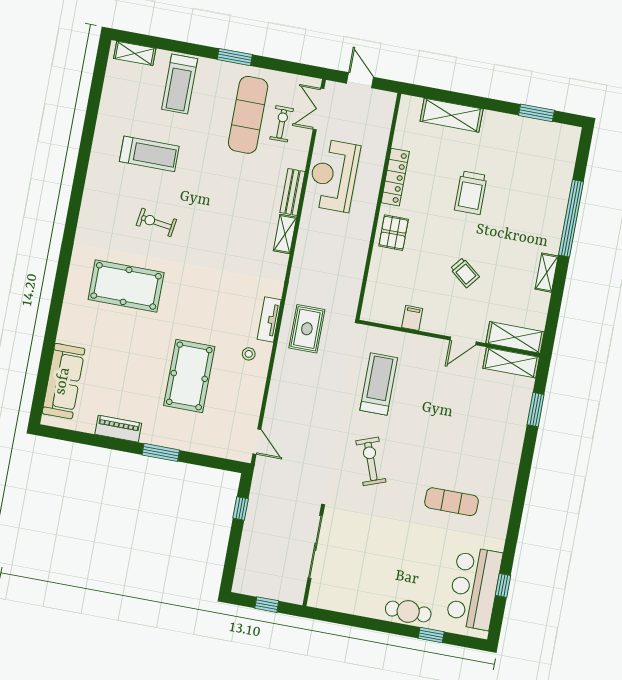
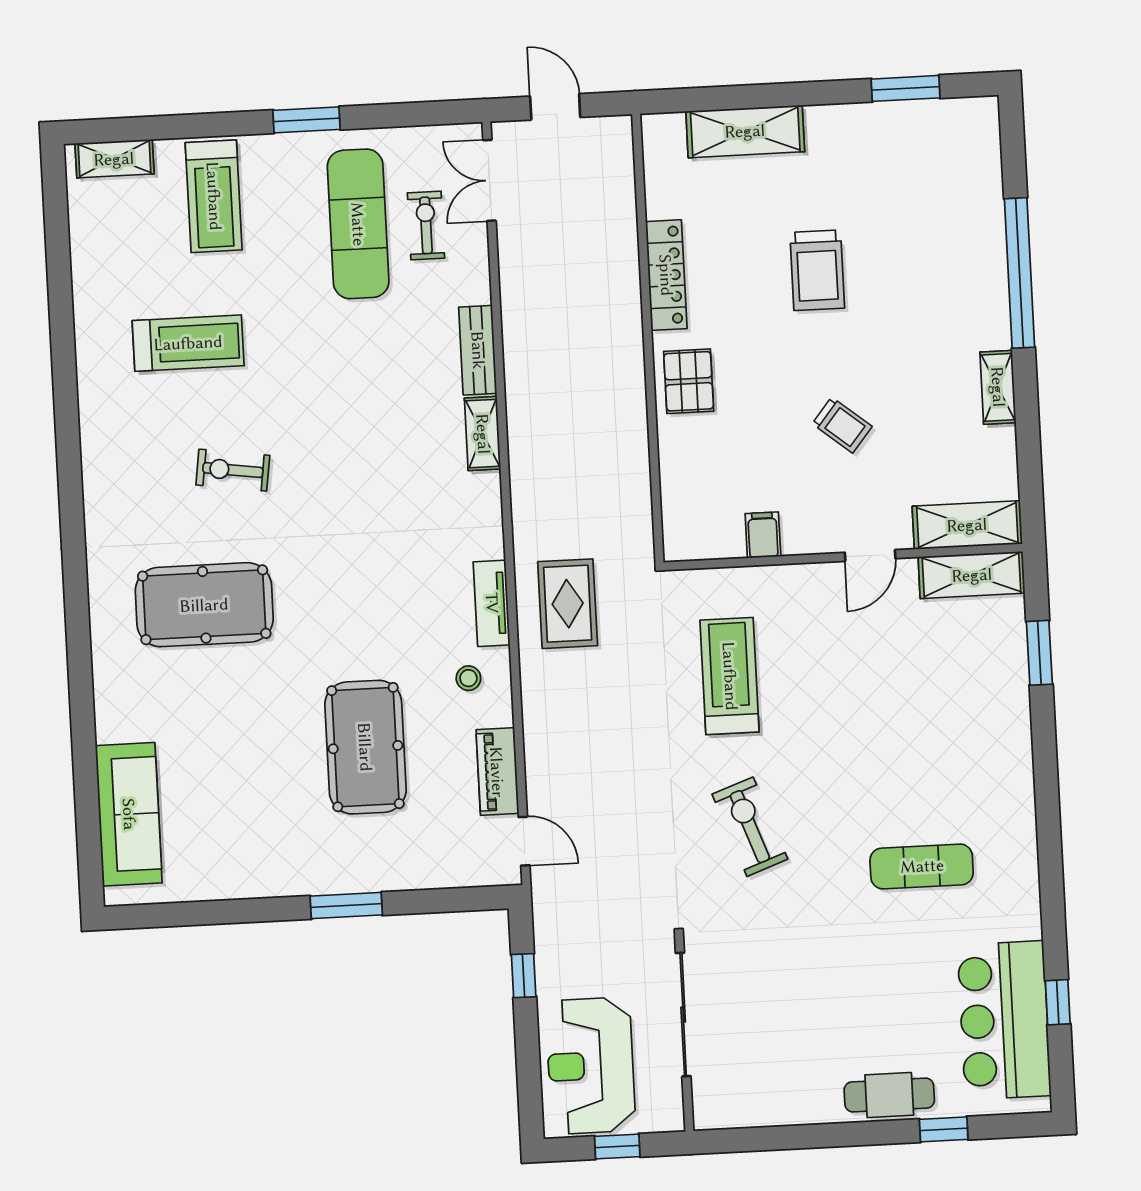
reception desk: (334, 175) -> (591, 1066), moved
piano: (118, 429) -> (497, 772), moved, turned -90

